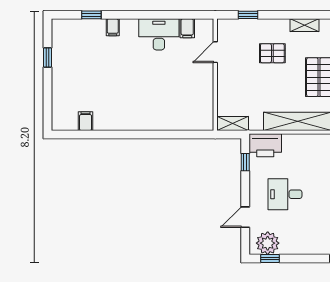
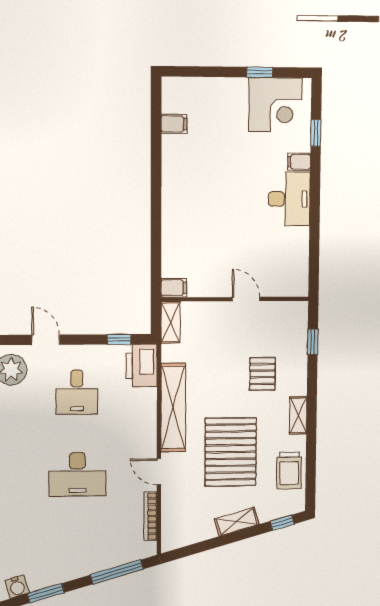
filing cabinet: (187, 28) -> (174, 288), moved, turned 180
desk: (159, 34) -> (289, 199), moved
corner desk: (71, 46) -> (275, 105), added
door: (215, 52) -> (246, 299), moved
desk: (285, 194) -> (77, 392), turned 180

